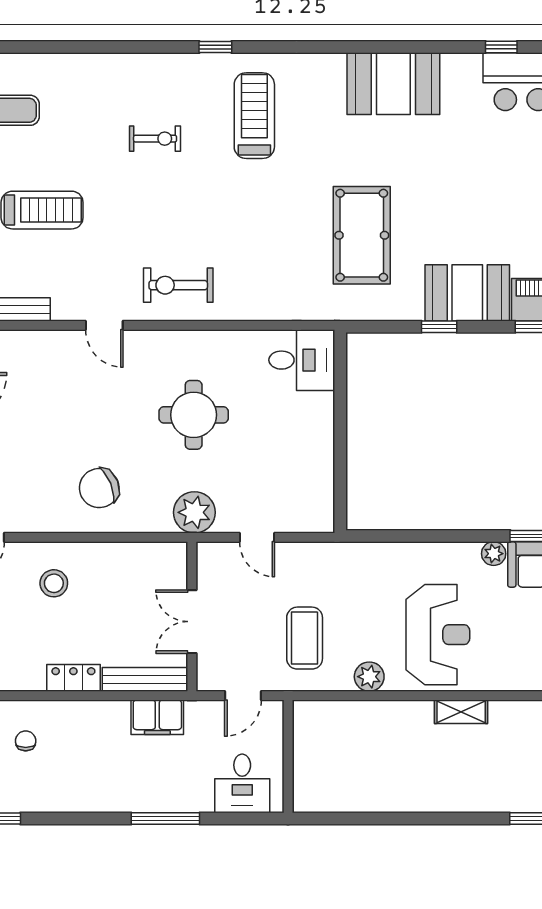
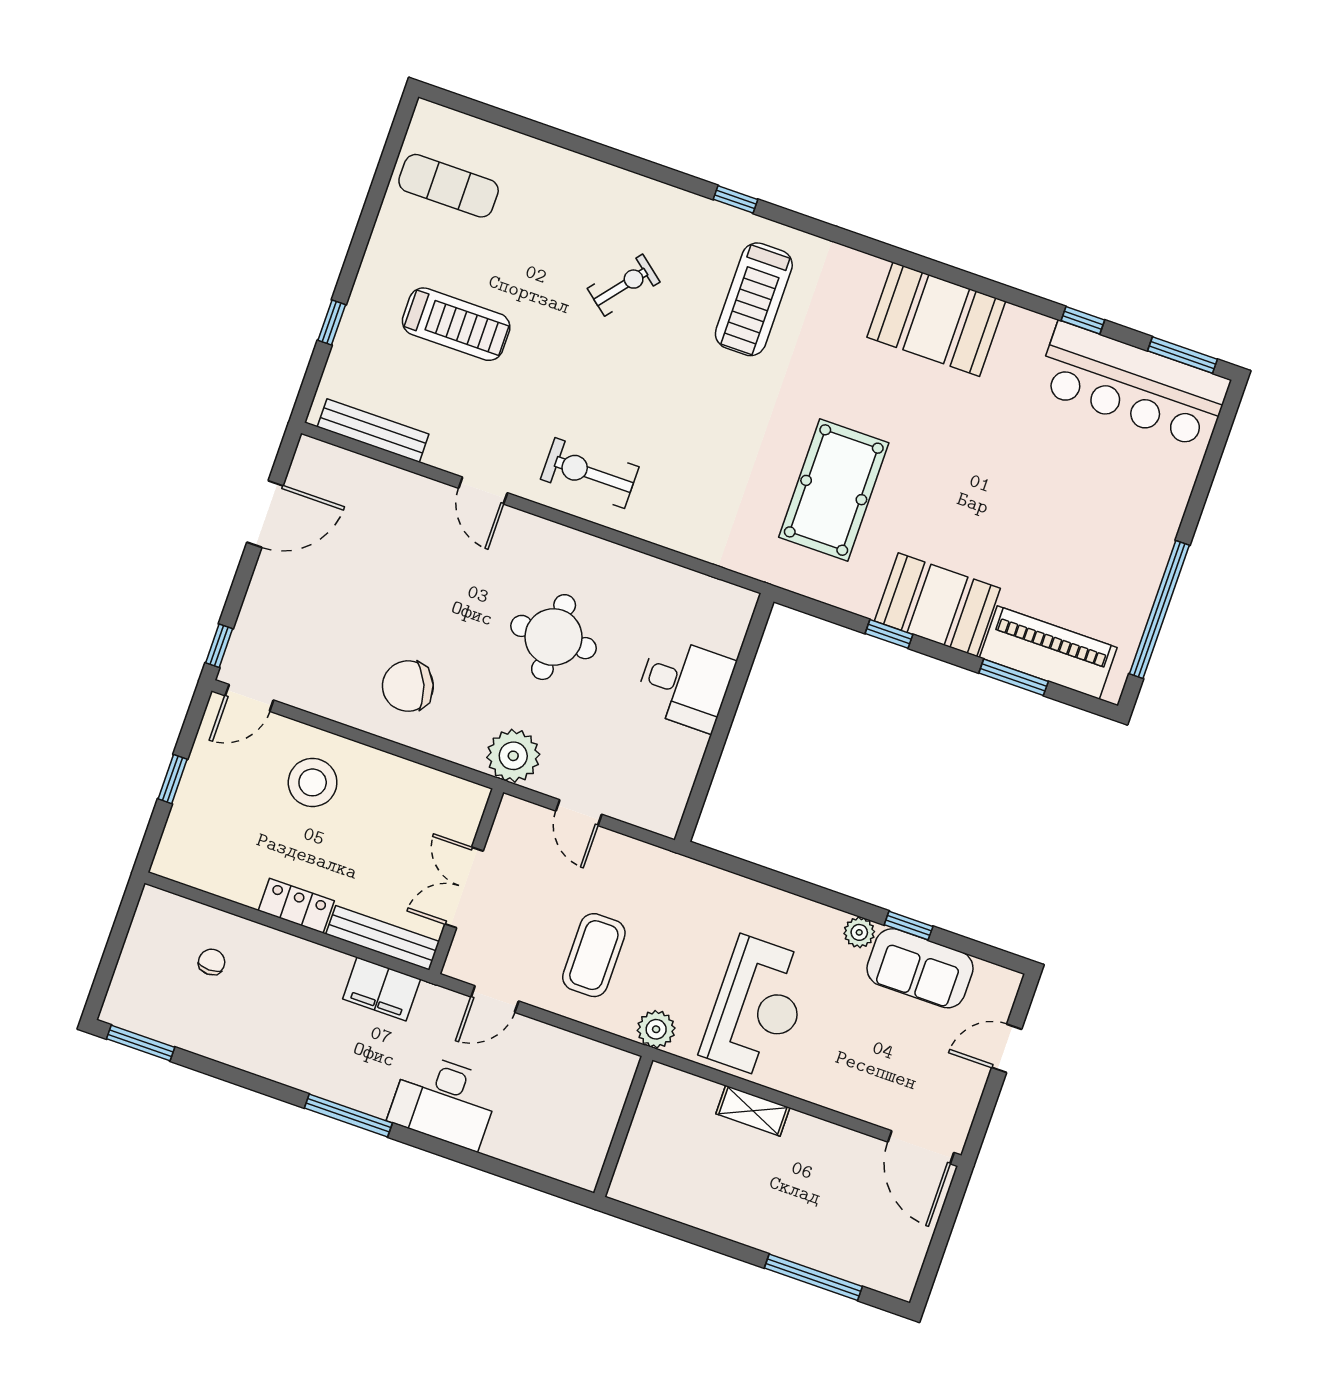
treadmill: (254, 116) -> (754, 299), turned 180
exercise bike: (155, 139) -> (624, 285), turned -51
desk: (302, 360) -> (685, 684), moved
stool: (54, 583) -> (313, 782), width x1.38, depth x1.38
wall: (288, 756) -> (623, 1126), moved
desk: (242, 783) -> (444, 1101), width x1.37

